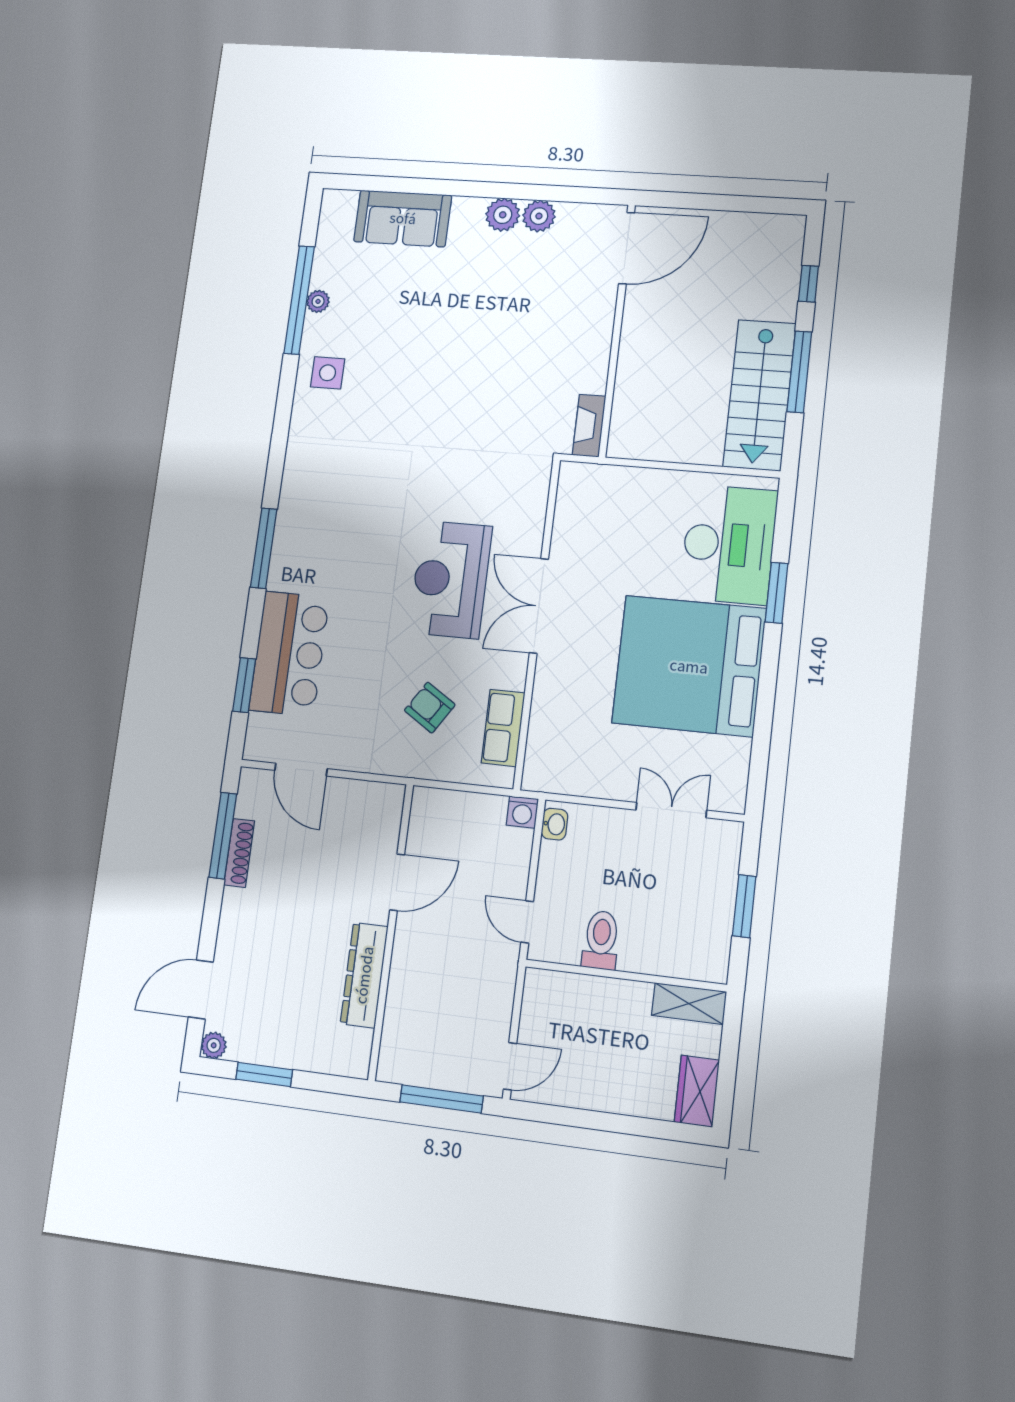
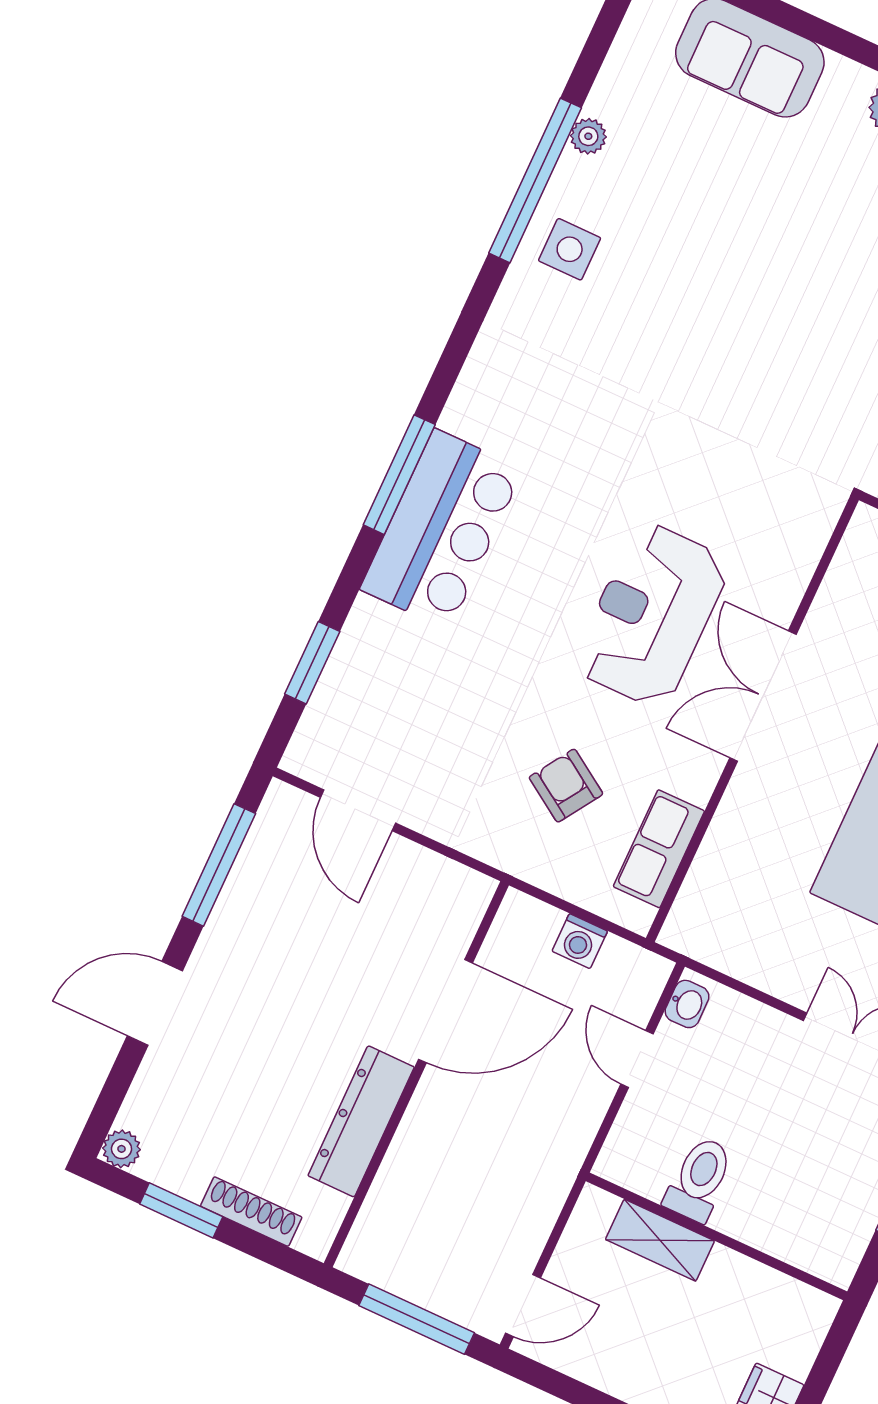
window: (299, 300) -> (535, 180), moved
bar counter: (289, 654) -> (442, 529), moved
washing machine: (522, 812) -> (580, 941), moved
shoe rack: (239, 853) -> (251, 1212), moved, turned -90
door: (397, 882) -> (446, 1011), width x1.36
door: (527, 922) -> (637, 1059), moved
door: (201, 989) -> (155, 1003), moved
shelving: (689, 1004) -> (660, 1240), moved

